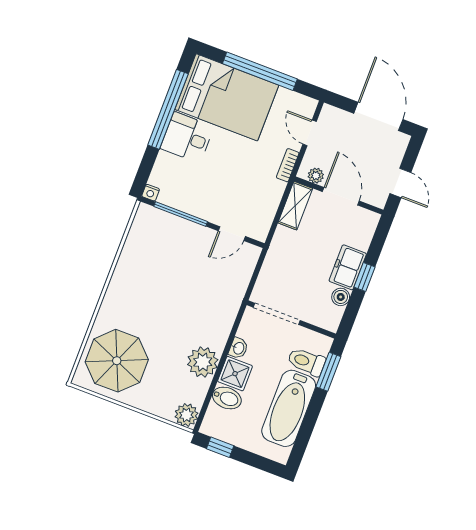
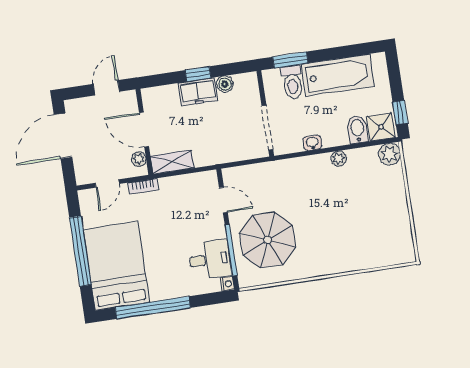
desk: (187, 137) -> (210, 260), moved, turned -90
door: (341, 196) -> (144, 130), hinge flipped
parasol: (117, 361) -> (268, 240), moved
plant: (203, 362) -> (339, 159), width x0.53, depth x0.53
shower: (235, 374) -> (381, 127), moved

